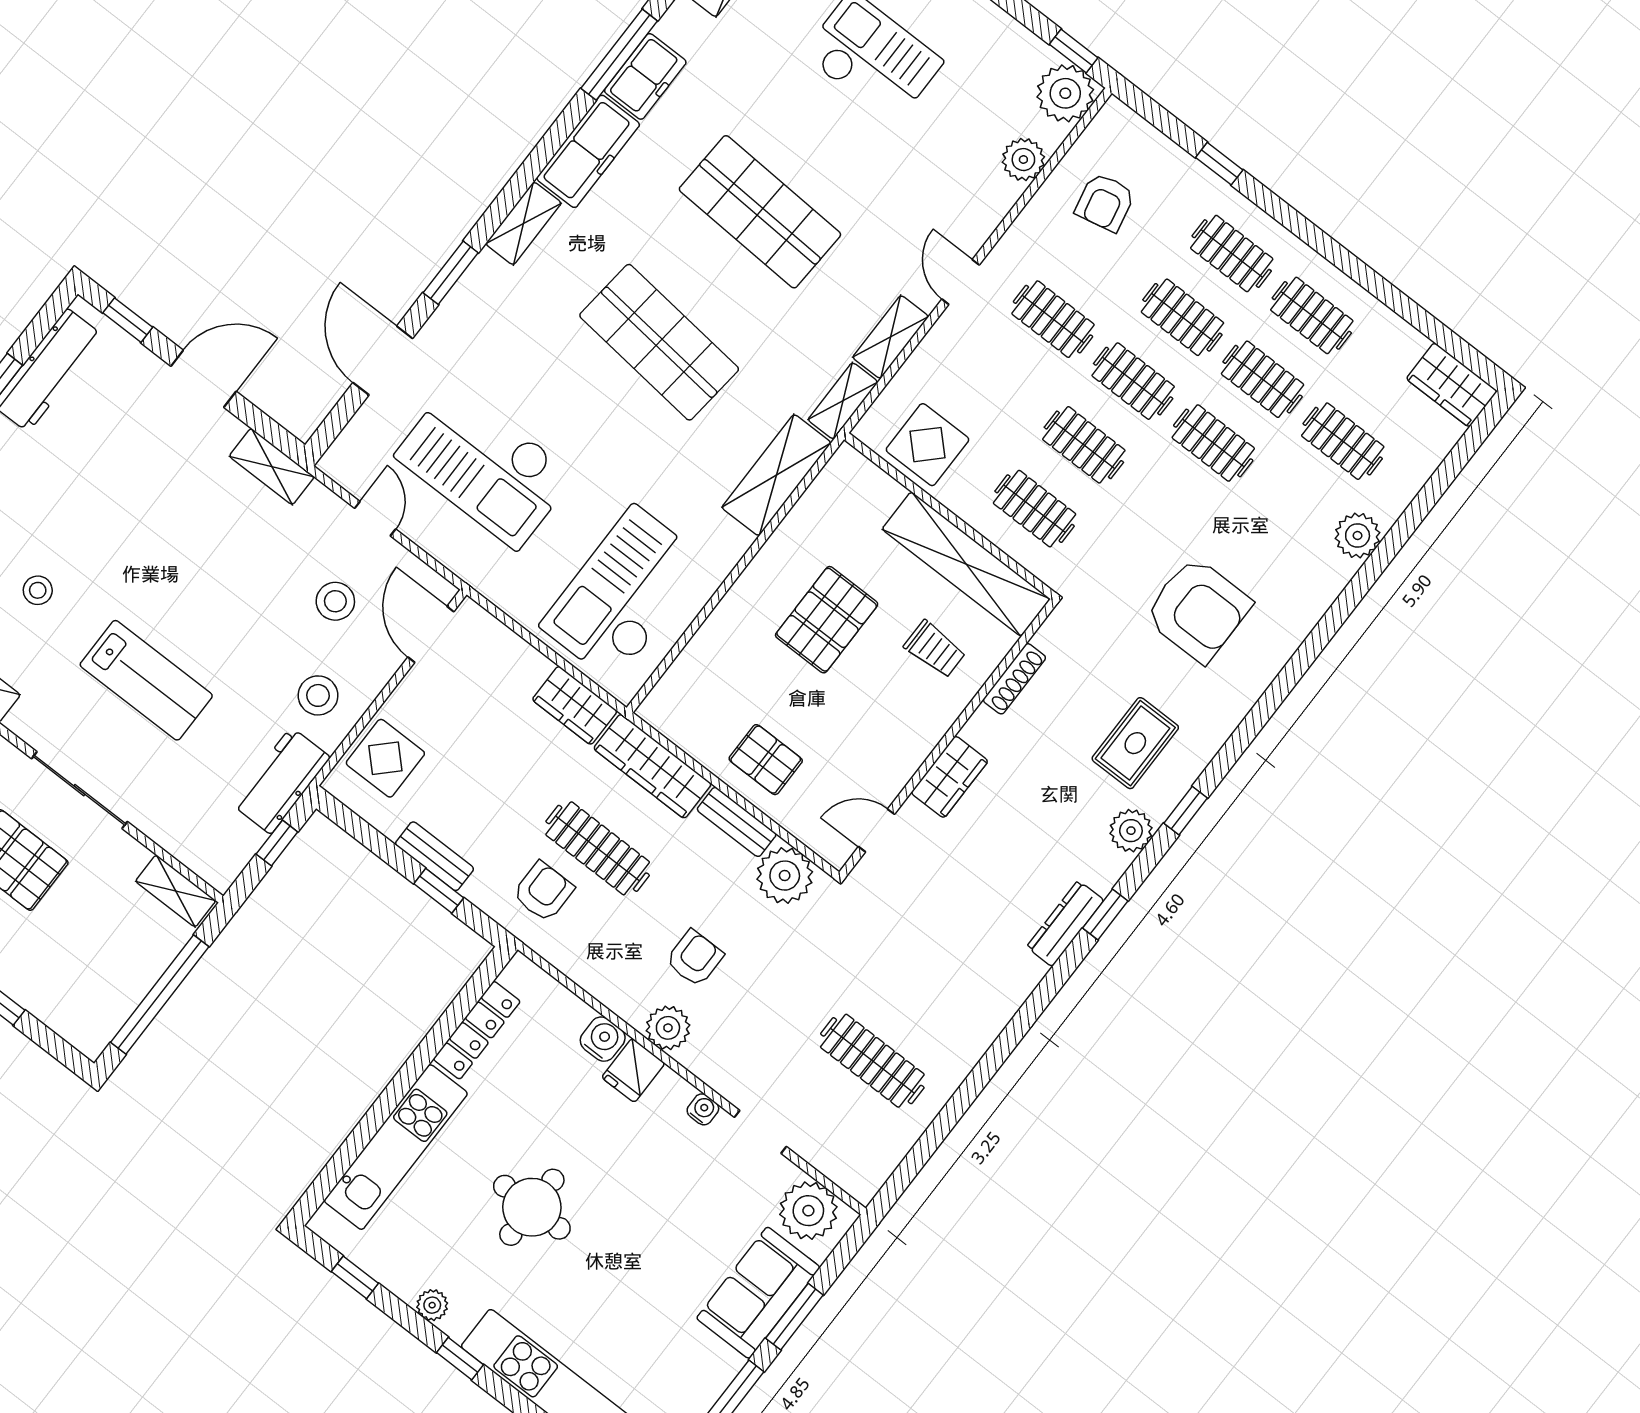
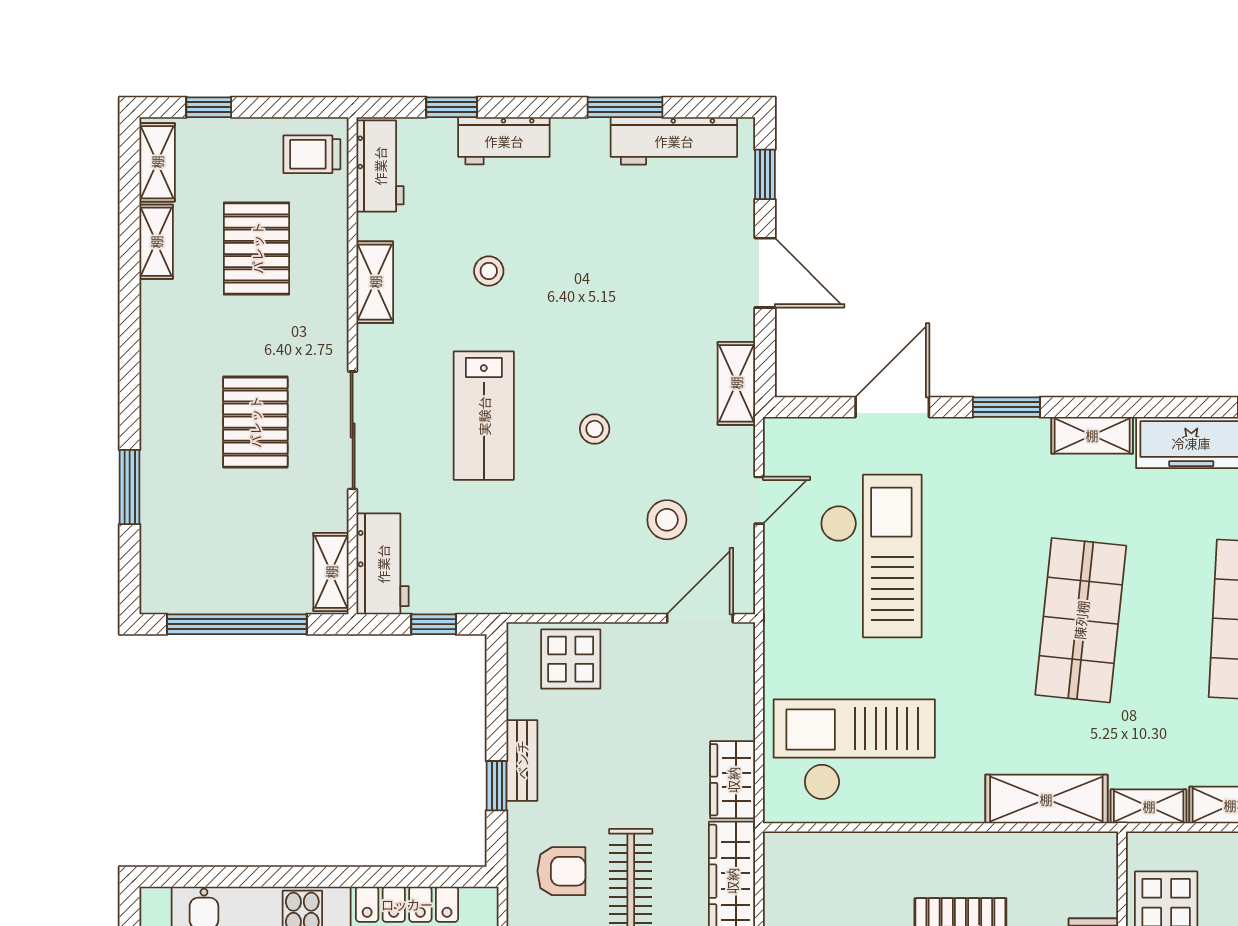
checkout: (485, 466) -> (871, 556), turned 180
stool: (318, 695) -> (595, 429), moved, width x0.73, depth x0.73
workbench: (281, 781) -> (383, 564), moved, turned 90

